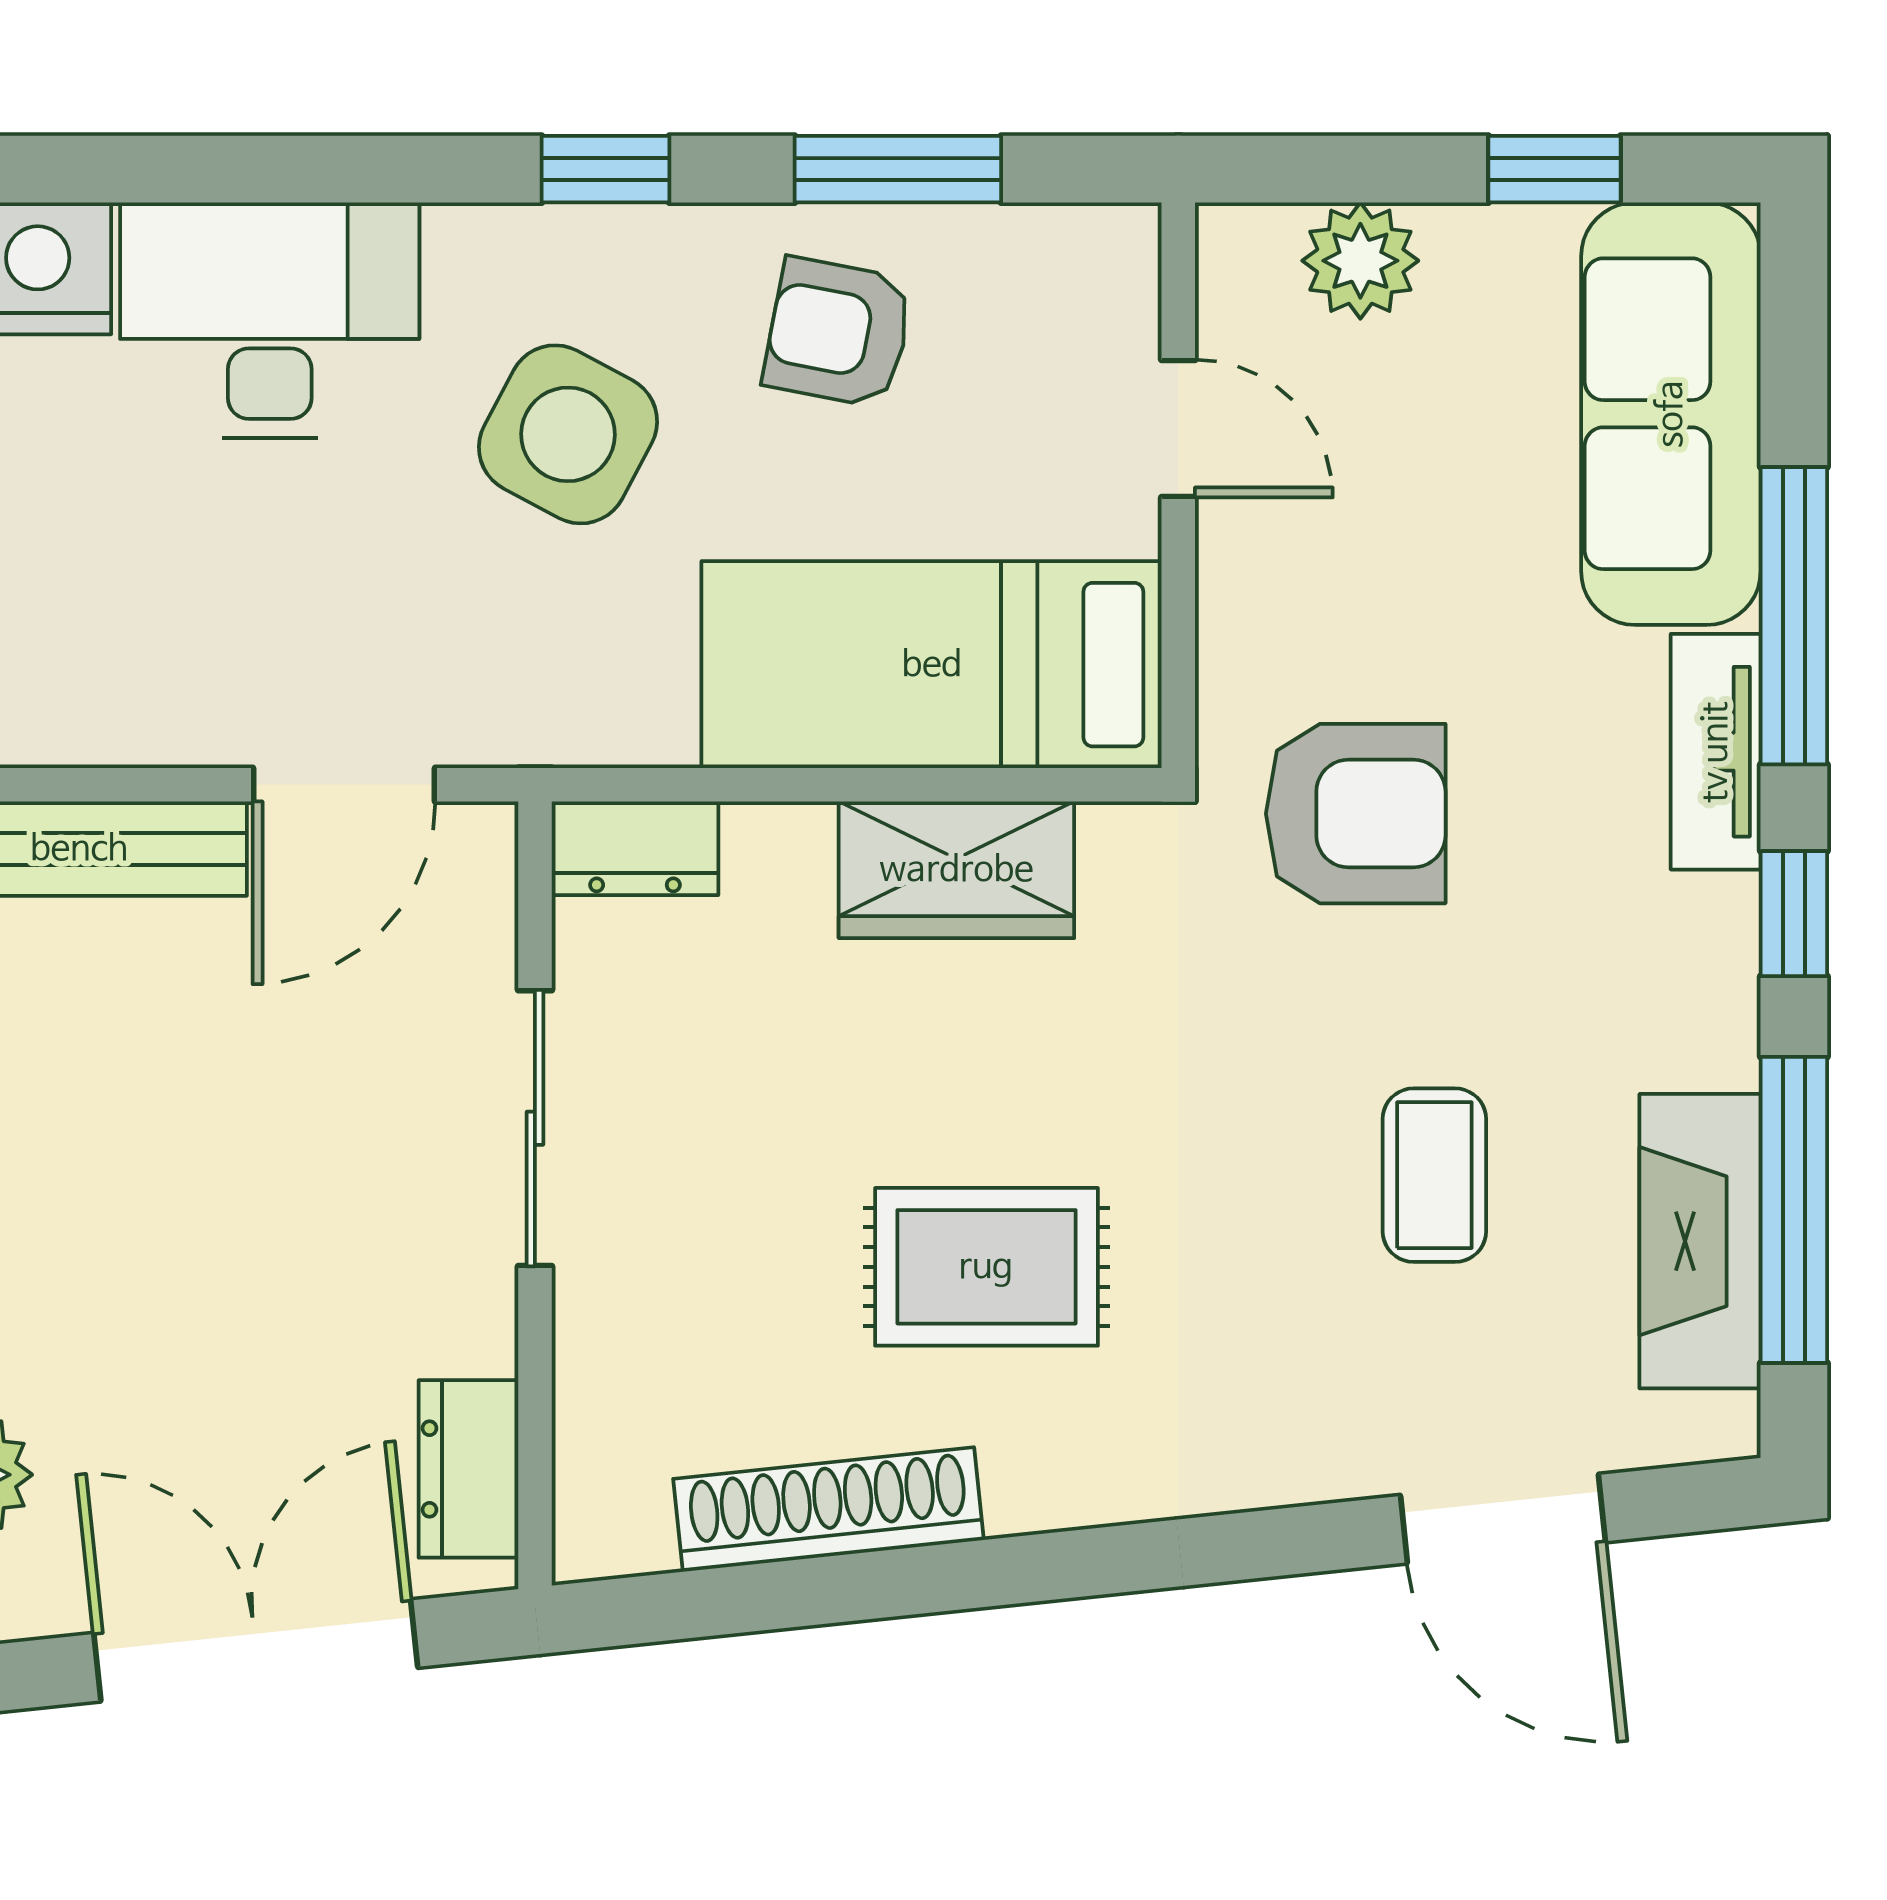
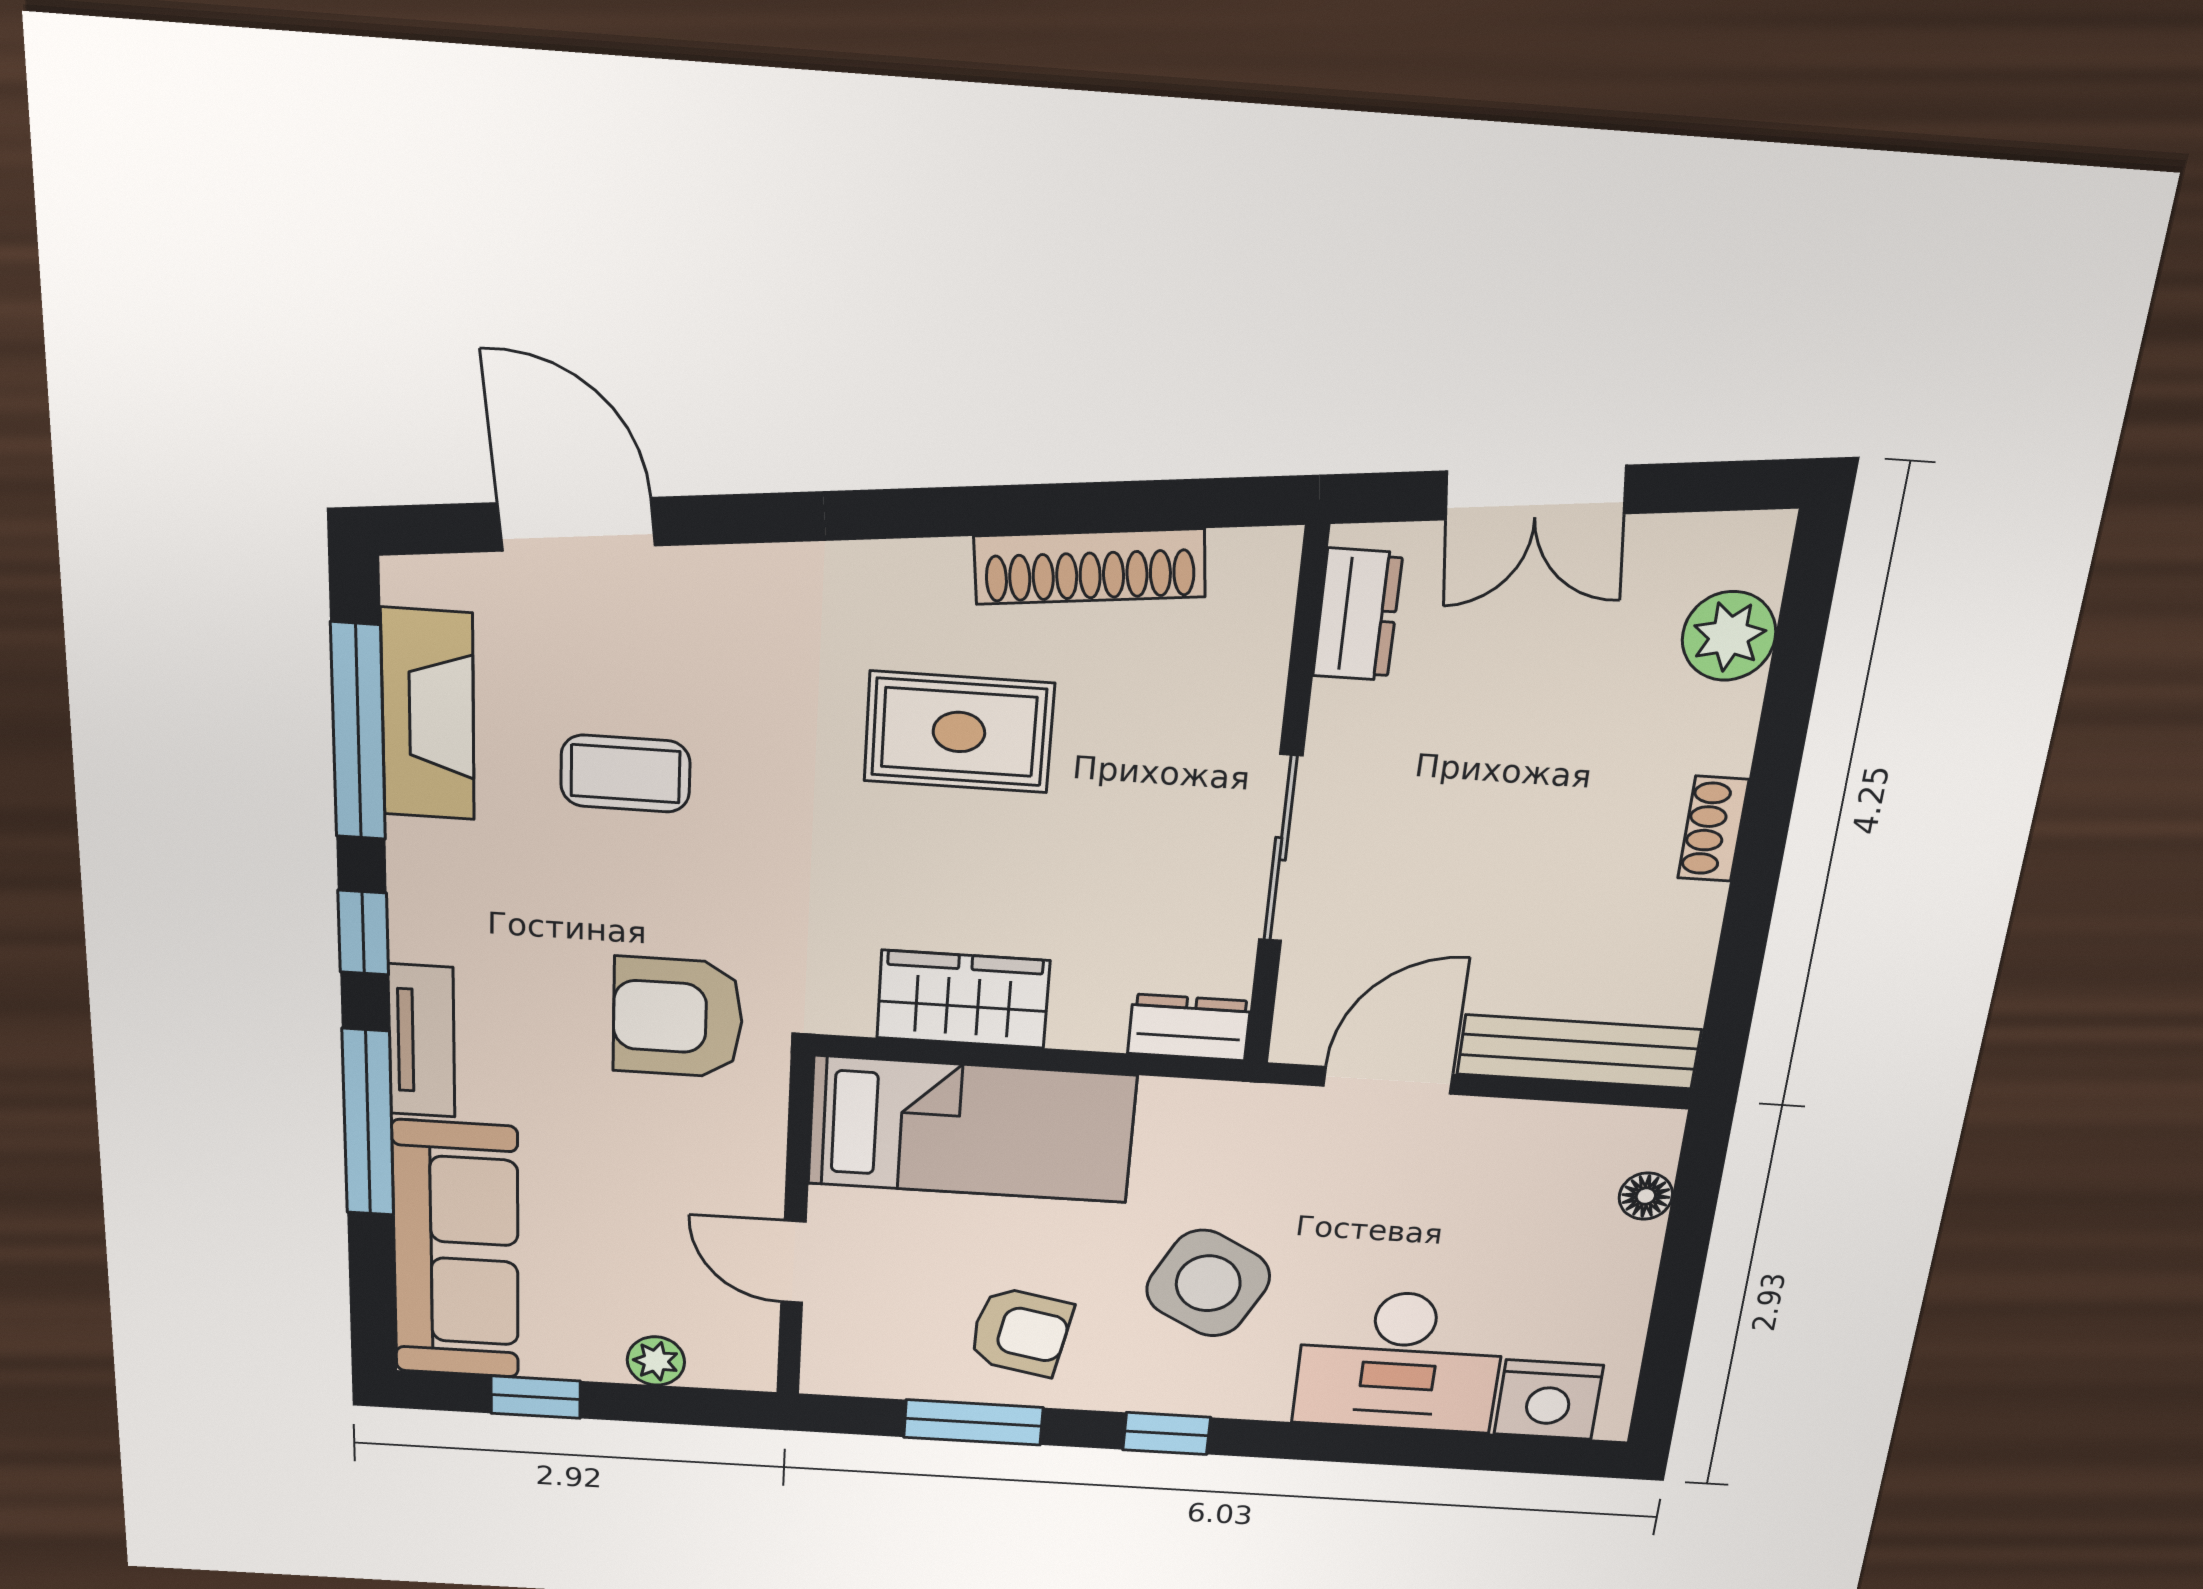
plant: (1360, 261) -> (656, 1361), width x0.73, depth x0.73
coffee table: (1434, 1175) -> (625, 774), turned 90
double door: (256, 1650) -> (1536, 493), width x0.73

